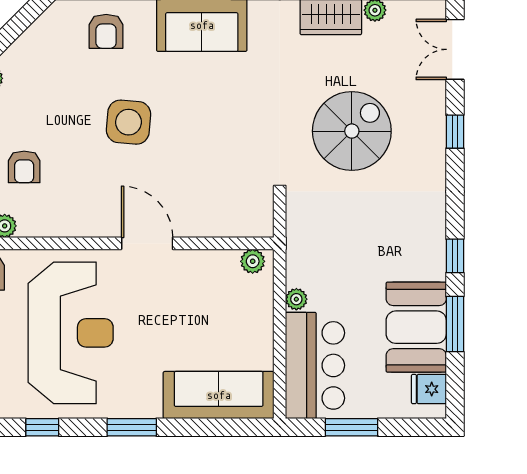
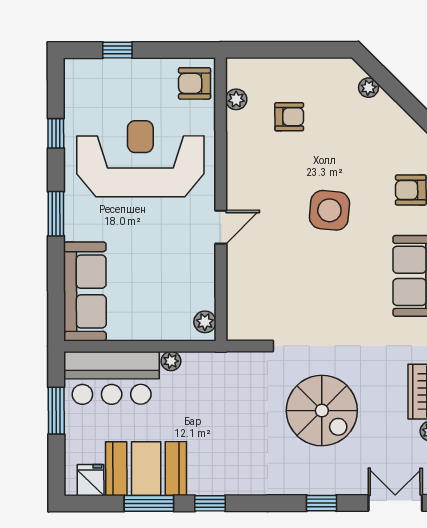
armchair: (24, 167) -> (289, 117), turned 180
door: (147, 243) -> (221, 227), width x0.73
reception desk: (71, 333) -> (140, 159), turned 180

